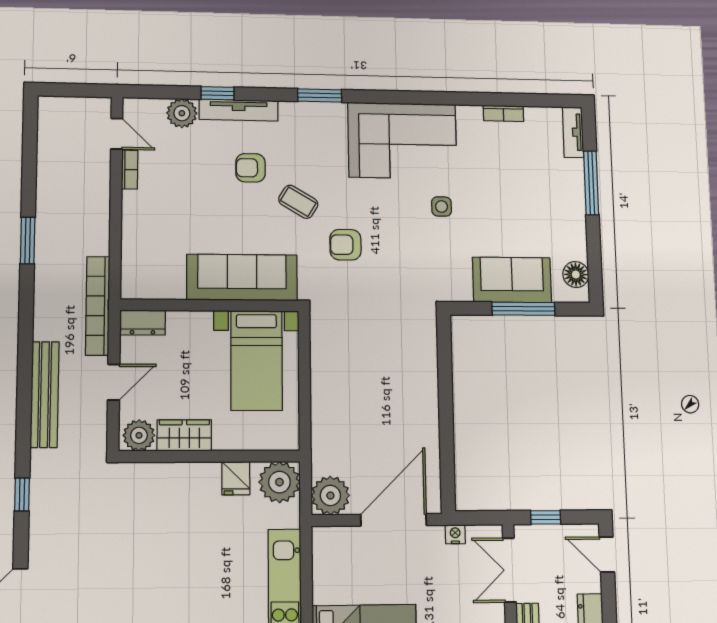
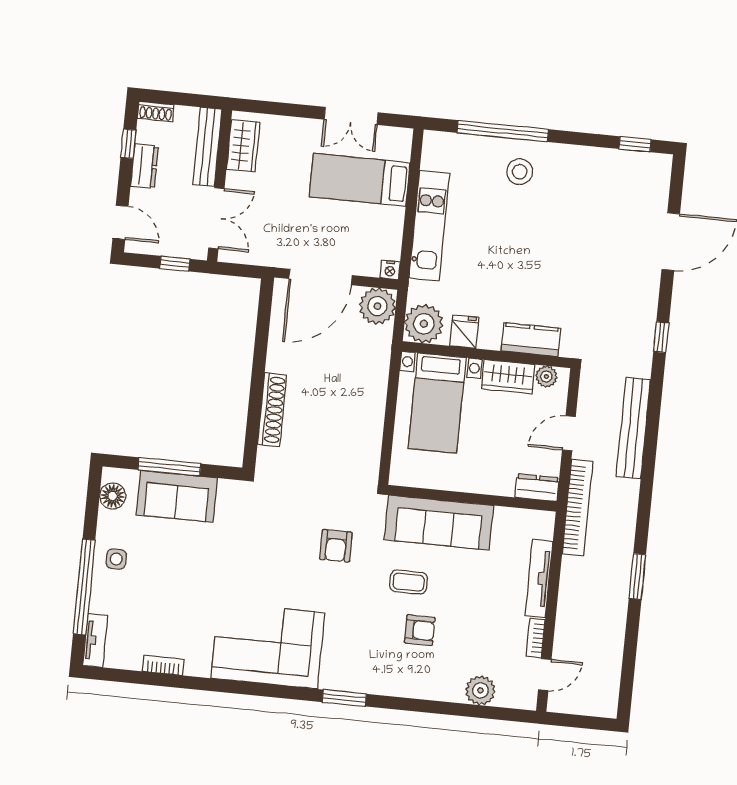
window: (217, 93) -> (444, 708), removed
tv unit: (239, 110) -> (539, 578), moved, turned -90
door: (117, 134) -> (545, 675), swing flipped
window: (591, 183) -> (84, 587), width x1.46
coffee table: (298, 202) -> (409, 582), moved, turned -31
side table: (442, 207) -> (116, 559), moved
armchair: (345, 245) -> (336, 546), turned 90
bed with nightstands: (257, 360) -> (437, 403), moved, turned 180
shoe rack: (427, 377) -> (272, 410), added
plant: (139, 435) -> (546, 376), width x0.73, depth x0.73
kitchen counter: (164, 477) -> (531, 340), added
nightstand: (455, 534) -> (390, 270), moved

